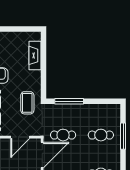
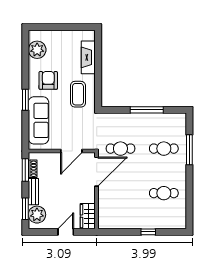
window: (69, 101) -> (147, 110), moved
coffee table: (27, 103) -> (78, 94), moved

